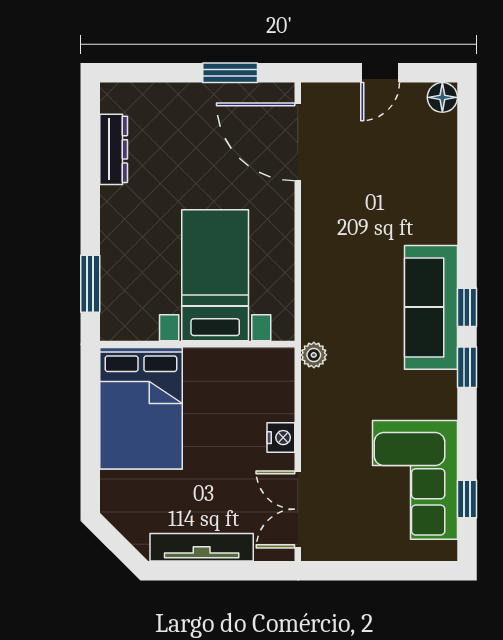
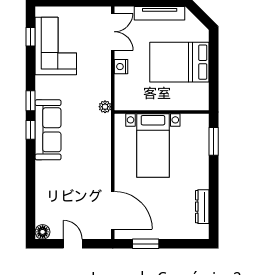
door: (380, 73) -> (73, 244), hinge flipped
bed: (141, 408) -> (179, 62), moved, turned -90

